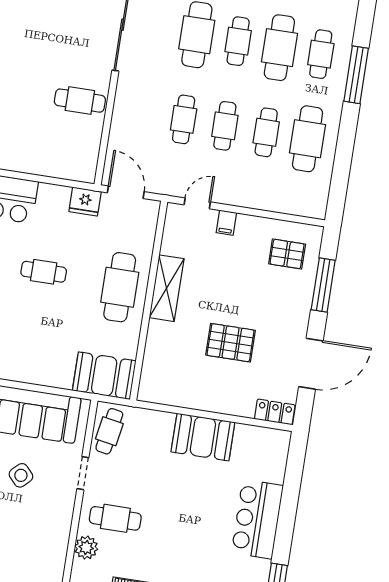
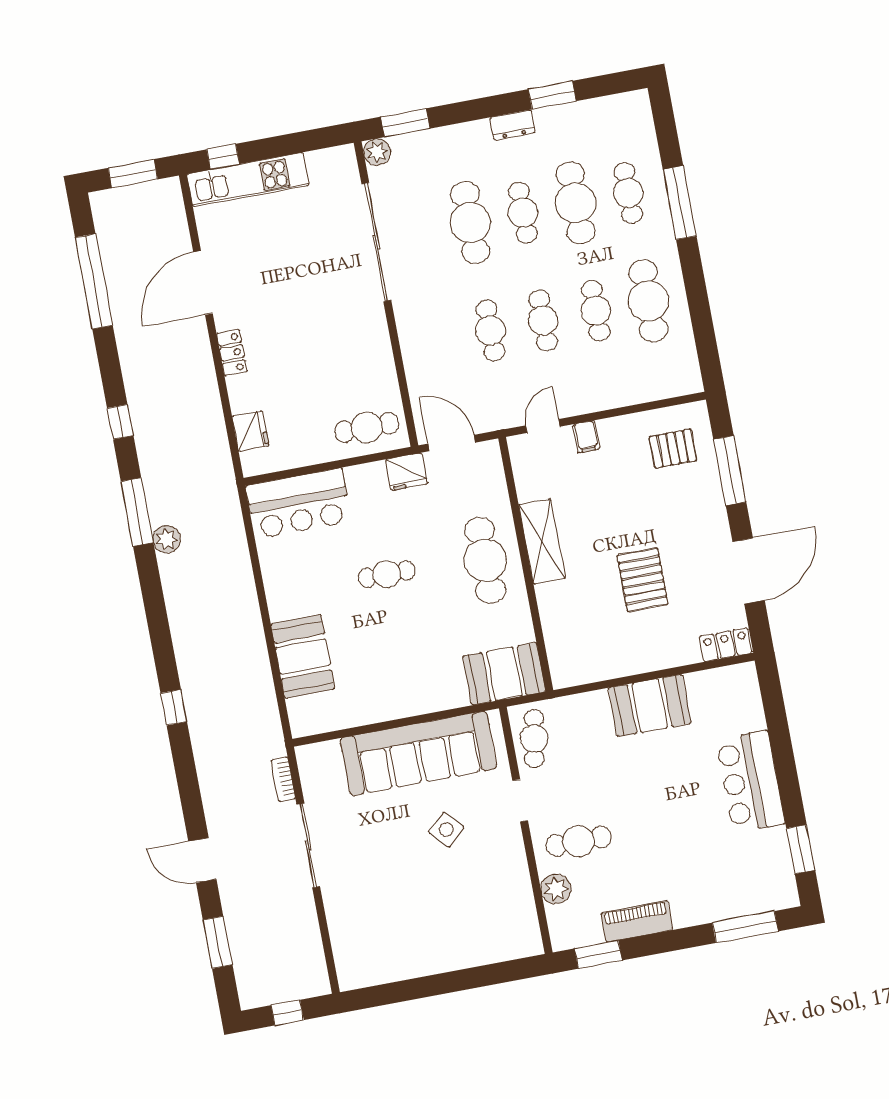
cafe table: (80, 101) -> (367, 427), moved
pallet: (231, 343) -> (643, 580), turned 90

